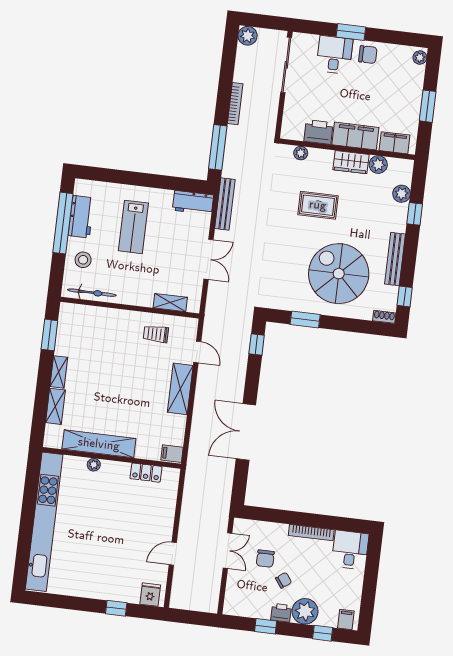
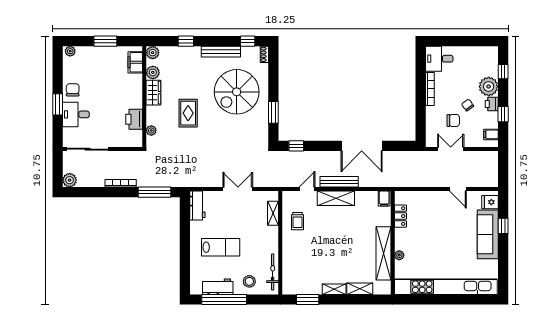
filing cabinet: (355, 136) -> (134, 92), removed
plant: (402, 194) -> (153, 53), moved
bench: (225, 204) -> (339, 182), moved
sofa: (107, 586) -> (488, 234), added
filing cabinet: (346, 620) -> (491, 134), moved

